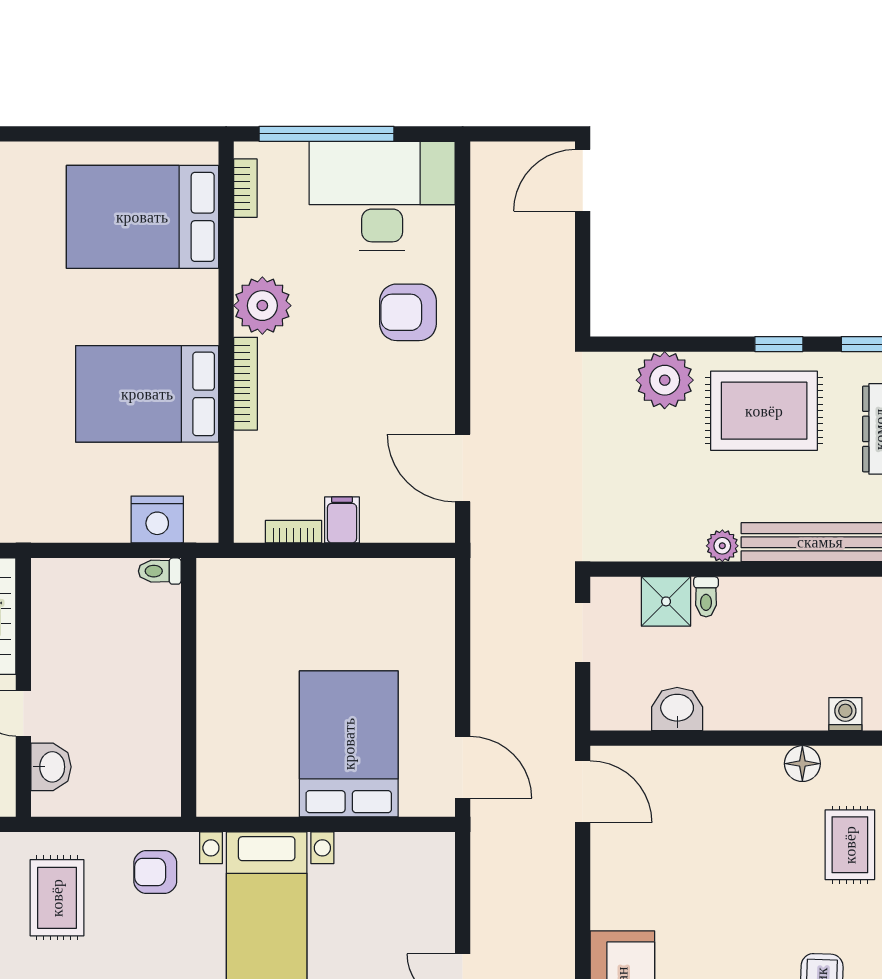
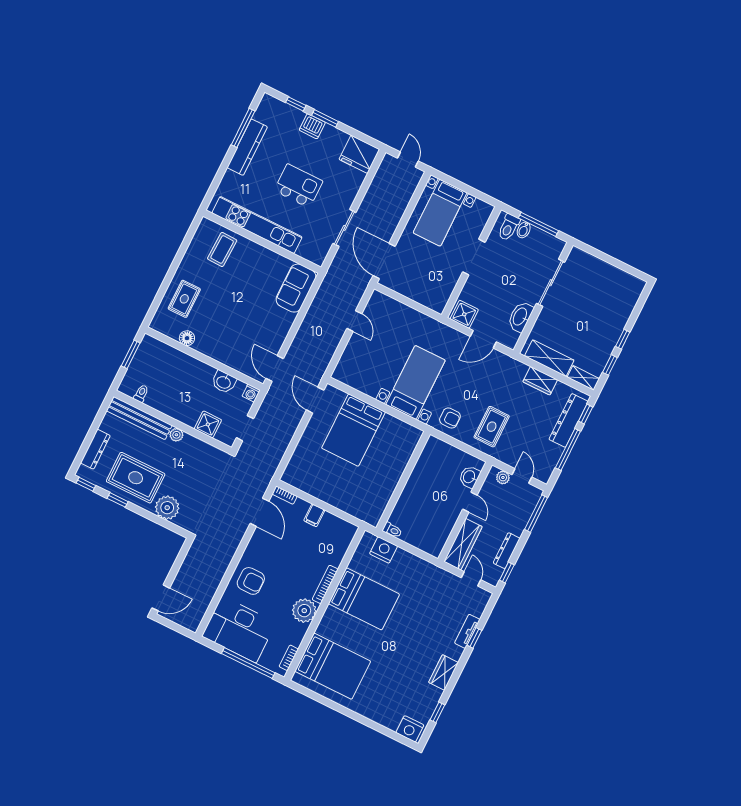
bookcase: (294, 532) -> (285, 495), moved
toilet: (706, 597) -> (141, 393), moved
washing machine: (845, 714) -> (251, 393), moved

